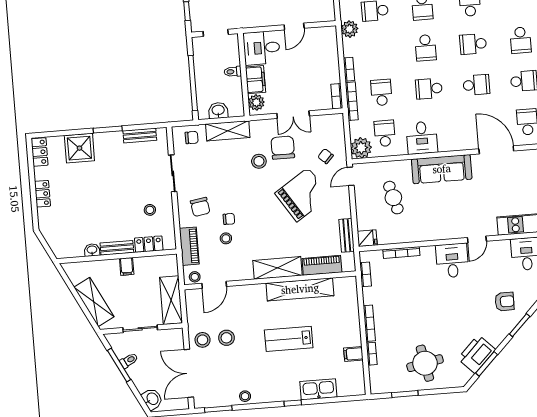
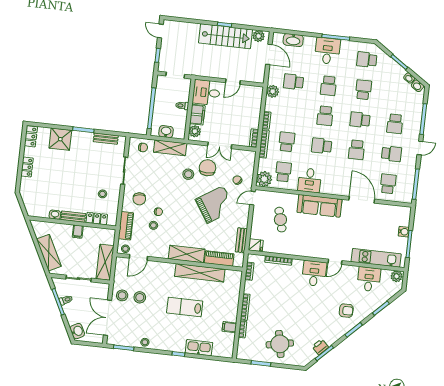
school desk: (476, 85) -> (357, 150), turned 90
printer: (477, 354) -> (320, 347), width x0.53, depth x0.68

